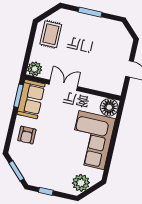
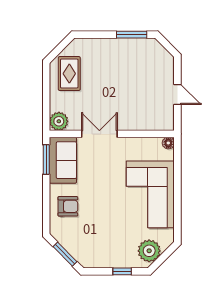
window: (90, 12) -> (132, 35), moved
floor lamp: (109, 107) -> (168, 143), width x0.53, depth x0.53
armchair: (27, 135) -> (68, 206), turned -90
window: (46, 191) -> (122, 271), moved

